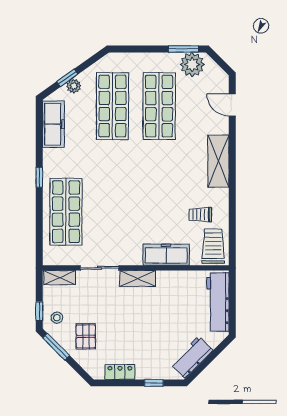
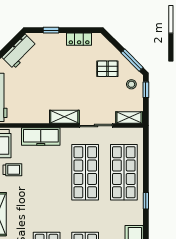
shop shelf: (113, 212) -> (85, 172), added
pallet: (86, 336) -> (107, 69), turned 90

